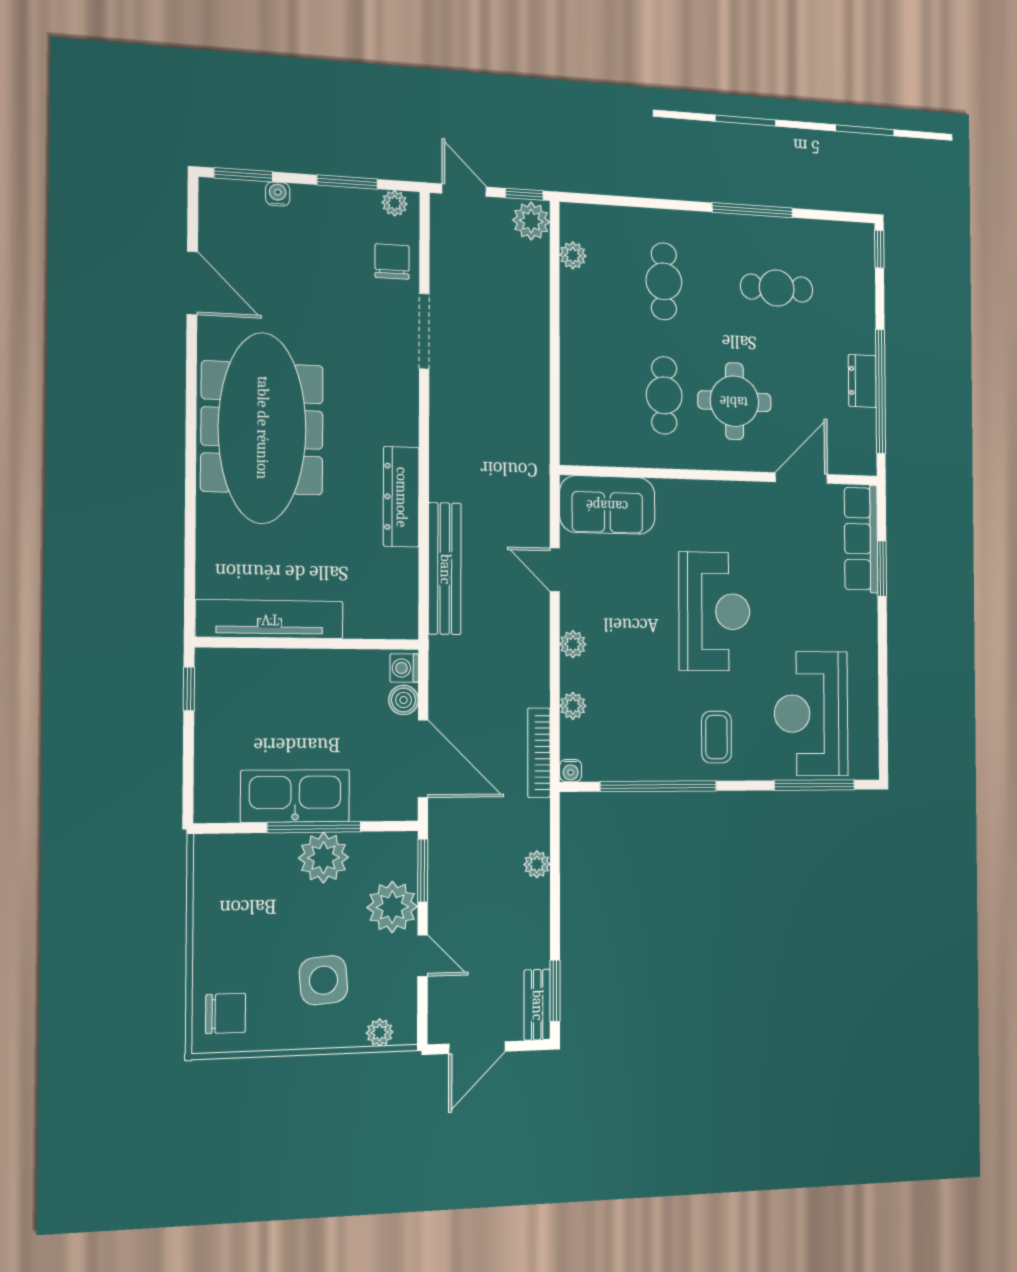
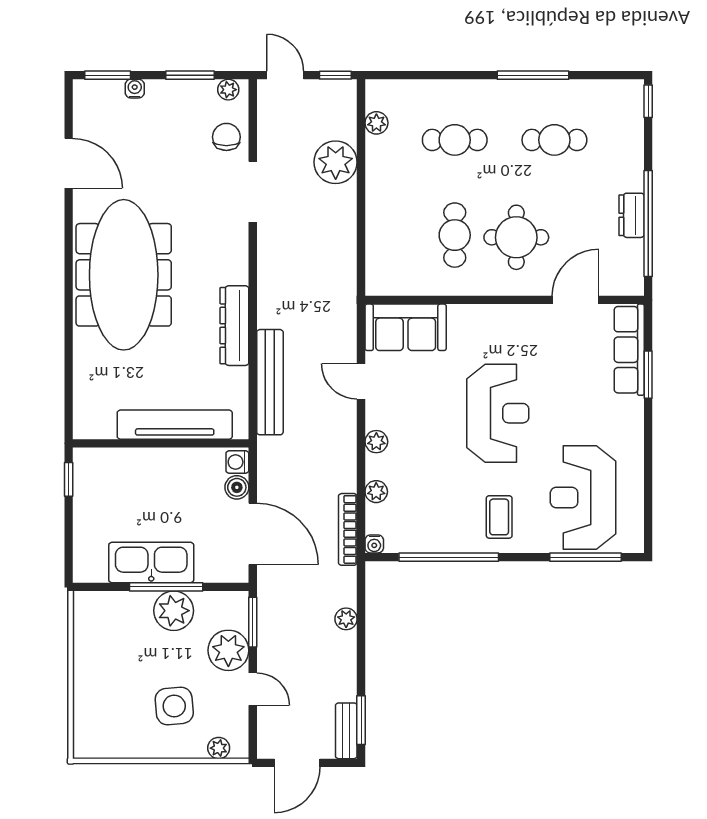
plant: (531, 221) -> (336, 162), moved, width x1.36, depth x1.36
cafe table: (664, 281) -> (455, 140), turned 90
tv unit: (270, 619) -> (175, 425), moved
chair: (226, 1013) -> (99, 729), removed

